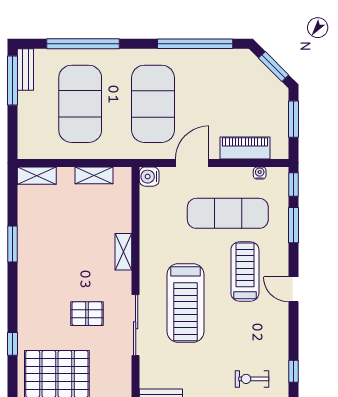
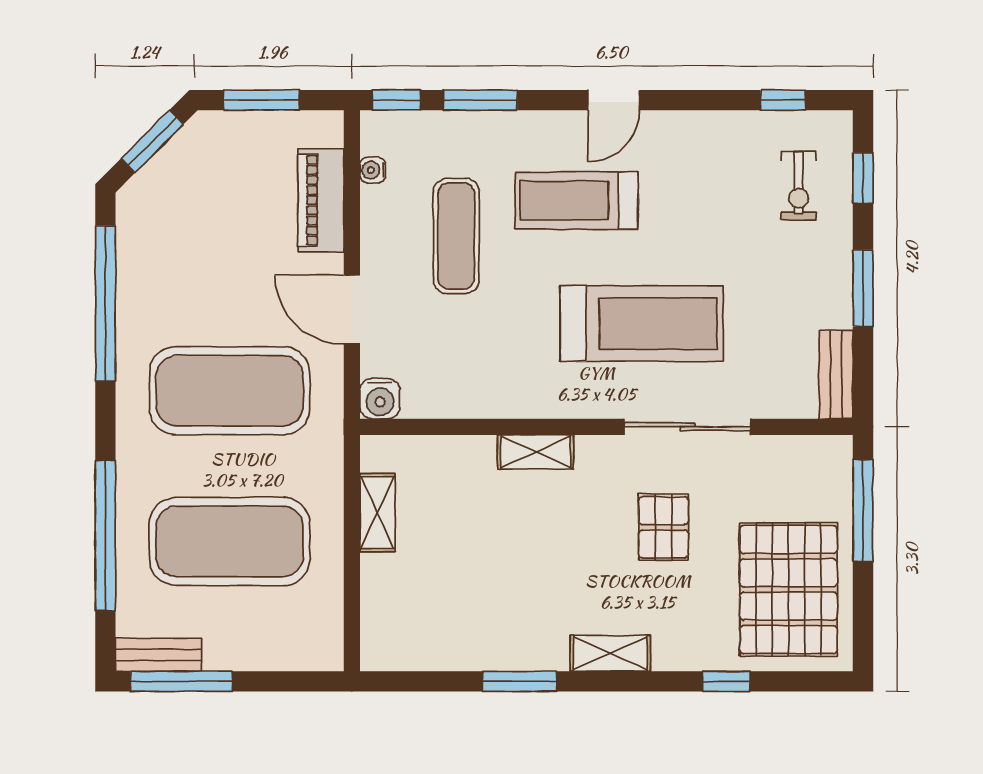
shelving: (37, 176) -> (610, 653), moved, turned 90
exercise mat: (228, 213) -> (456, 236), width x0.73, depth x0.69

